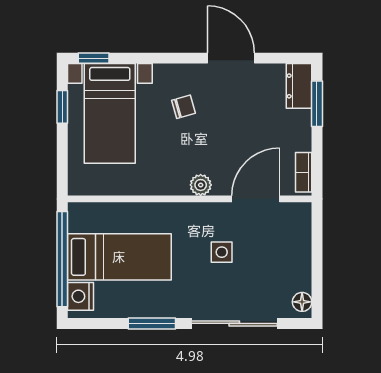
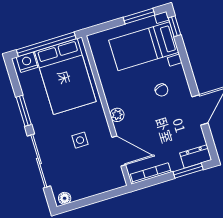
window: (62, 107) -> (139, 16), width x1.50
bookcase: (304, 172) -> (151, 173), width x1.56
bed: (119, 257) -> (65, 77), width x1.50

